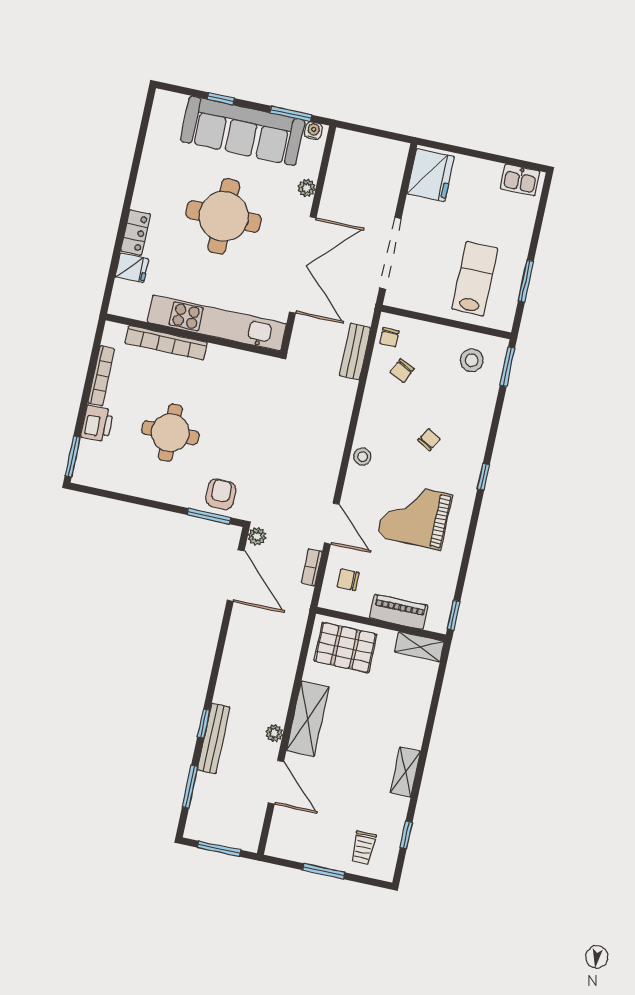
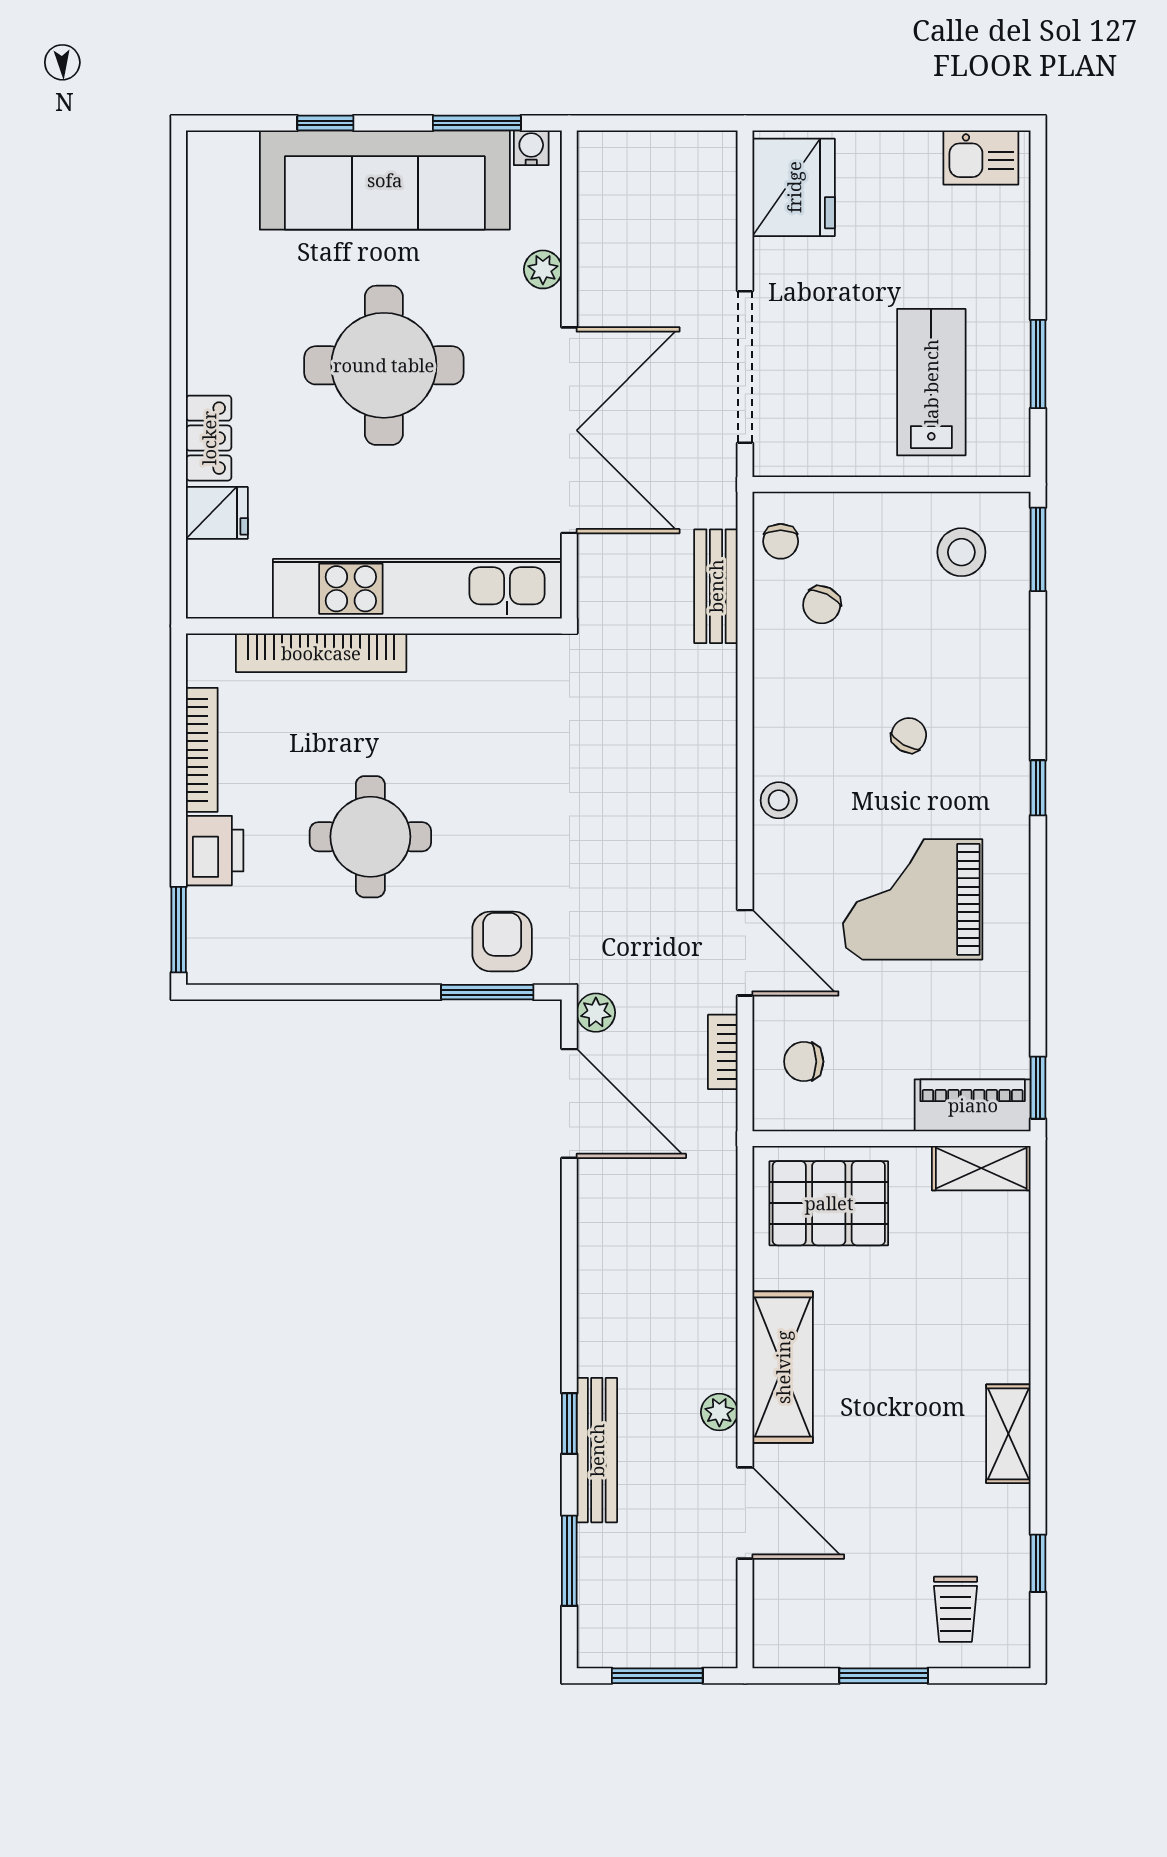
piano: (399, 612) -> (973, 1105), moved

